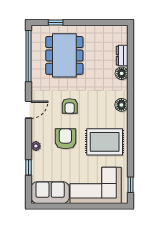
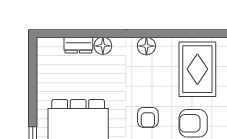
armchair: (70, 106) -> (148, 117), turned 90

